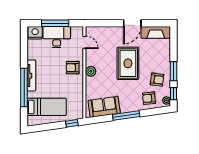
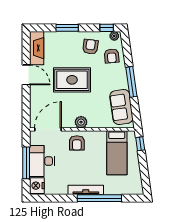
door: (84, 42) -> (48, 129), width x1.88
window: (174, 71) -> (67, 28), moved
bed: (47, 107) -> (117, 153), moved, turned 180

